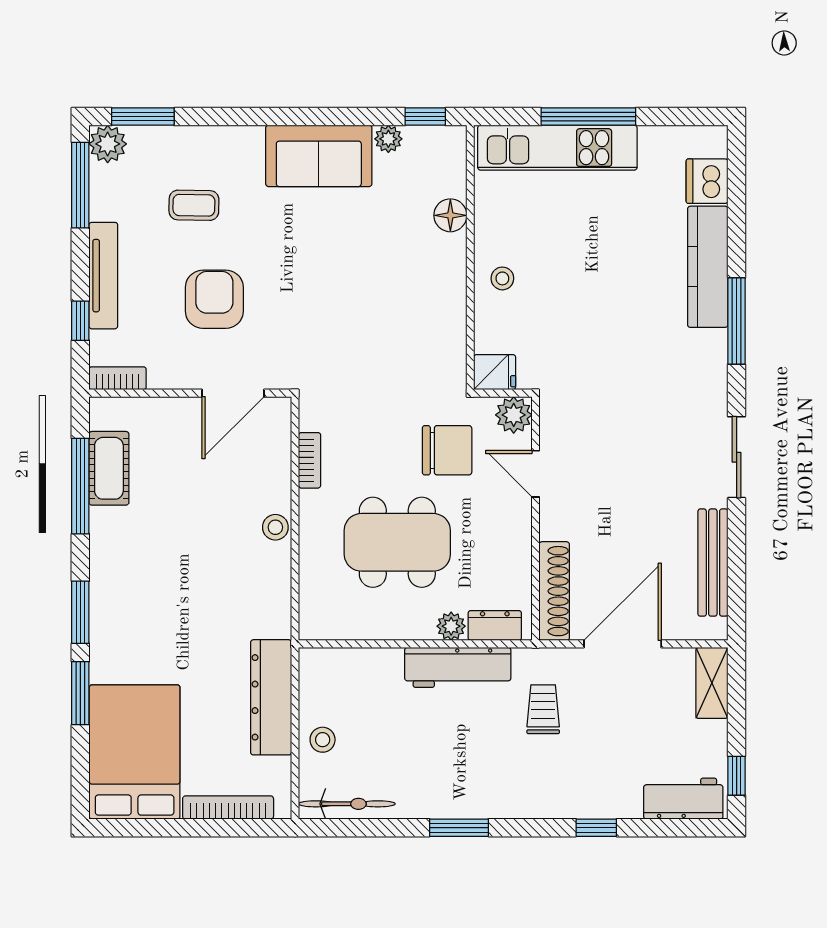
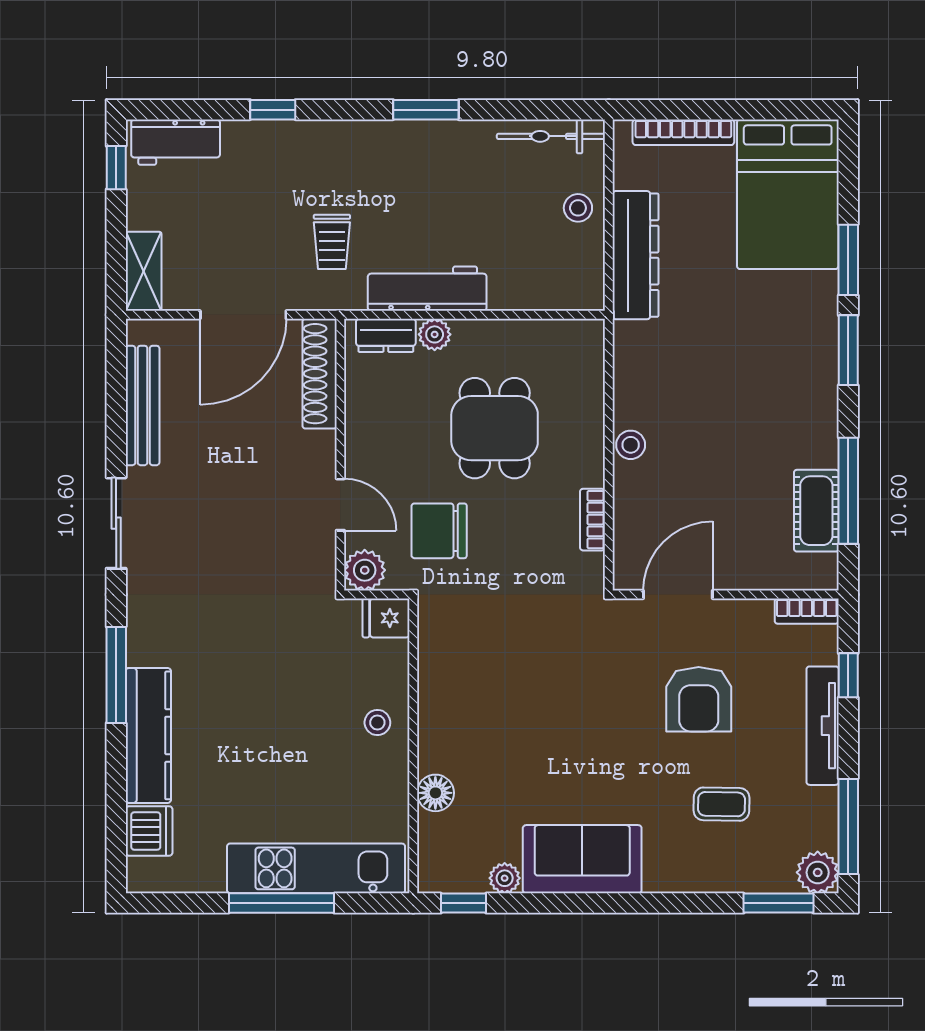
dining table: (397, 542) -> (495, 428), width x0.73

